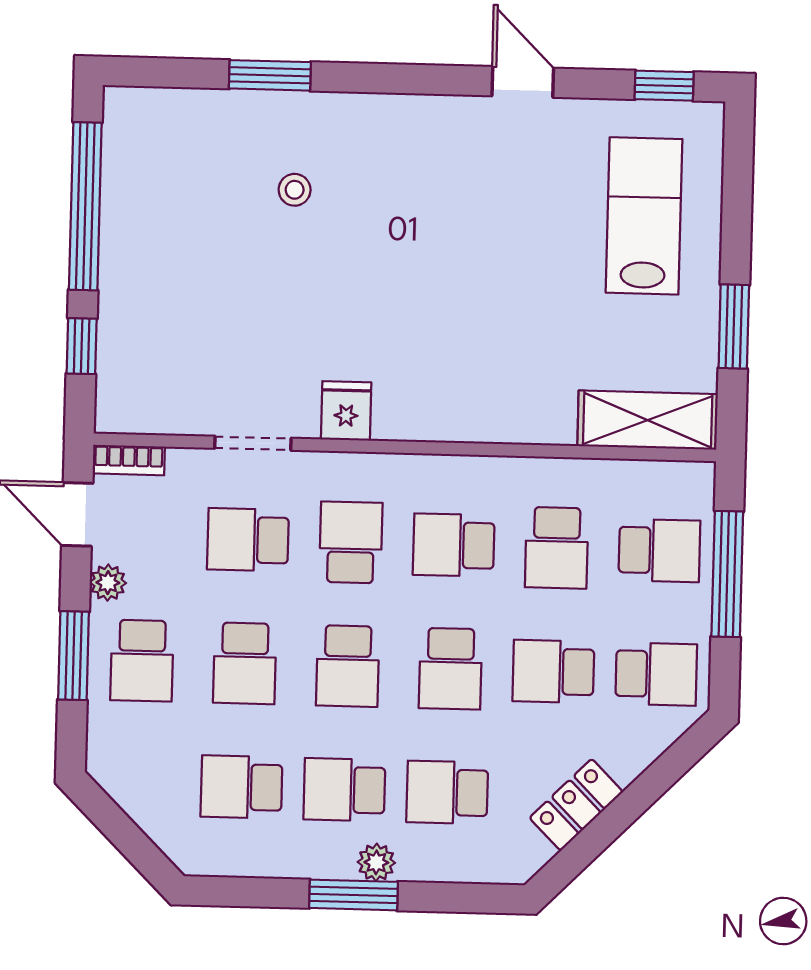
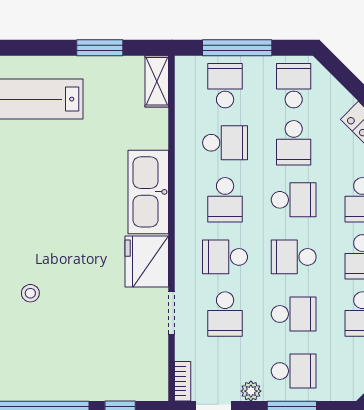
kitchen sink: (472, 407) -> (148, 192), added
fridge: (346, 411) -> (147, 261), width x1.88, depth x1.34
shelving: (648, 420) -> (157, 81), width x0.67, depth x0.75
school desk: (348, 666) -> (294, 257), turned 180

